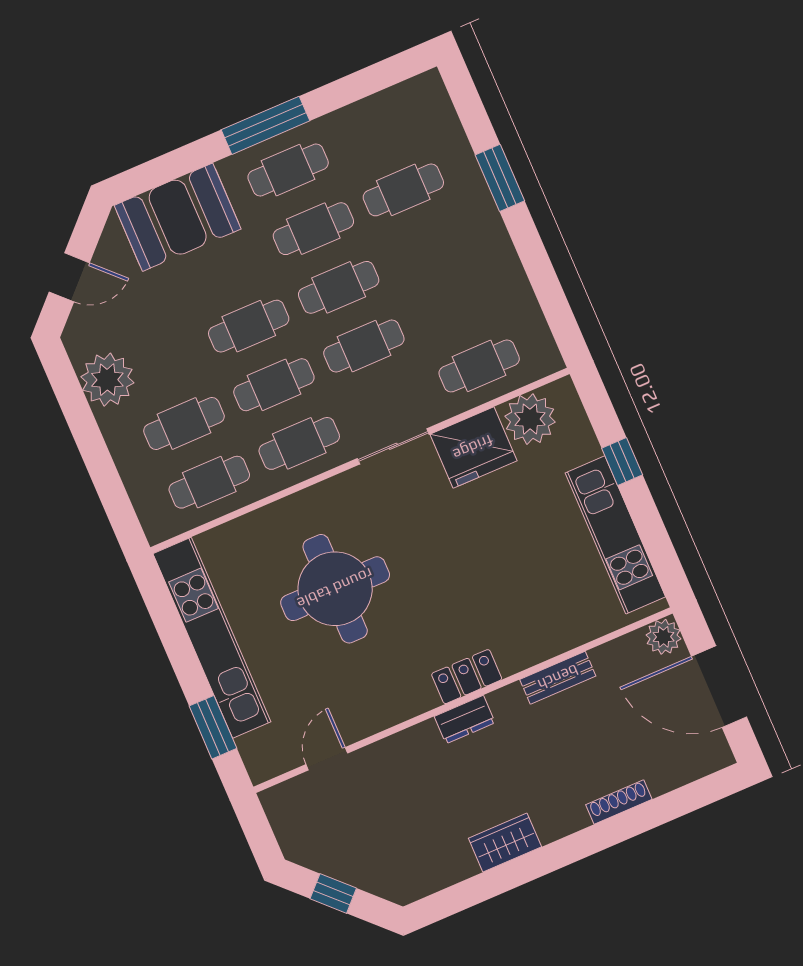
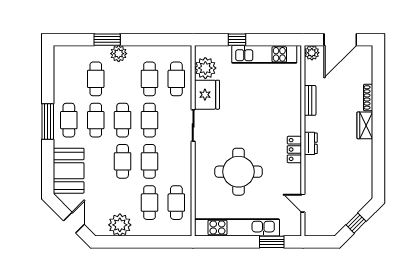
plant: (480, 216) -> (119, 54), added
cafe table: (299, 443) -> (149, 79), moved
locker: (467, 677) -> (294, 149), moved
wardrobe: (505, 843) -> (365, 125), moved

